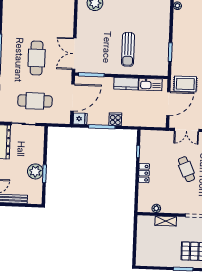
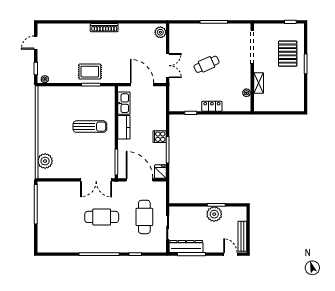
rug: (185, 84) -> (90, 72), moved, turned 90

